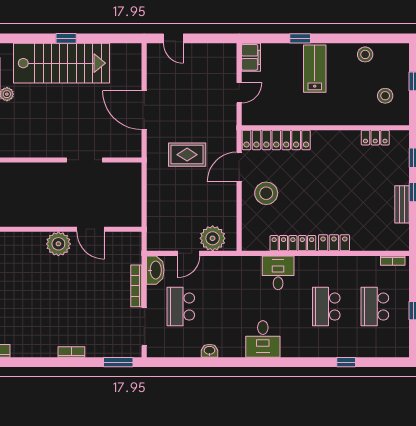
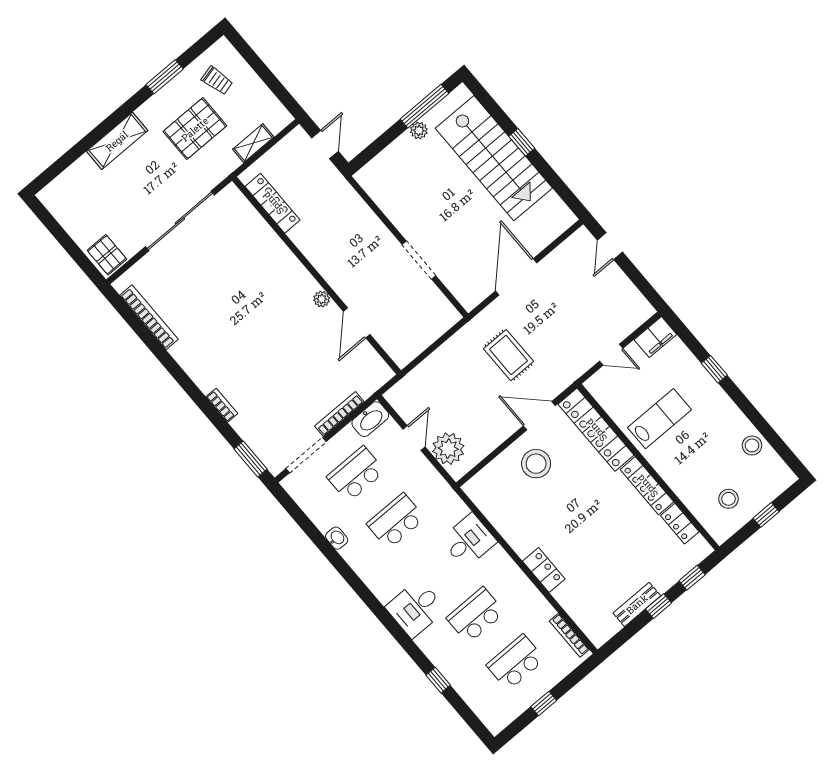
lab bench: (315, 69) -> (660, 419), moved
locker: (293, 243) -> (647, 486), moved, turned 180
plant: (58, 244) -> (322, 299), width x0.53, depth x0.53
door: (189, 253) -> (414, 438), swing flipped
bookcase: (393, 261) -> (569, 635), width x1.56
school desk: (229, 307) -> (396, 521), added
desk: (263, 339) -> (416, 608), moved

